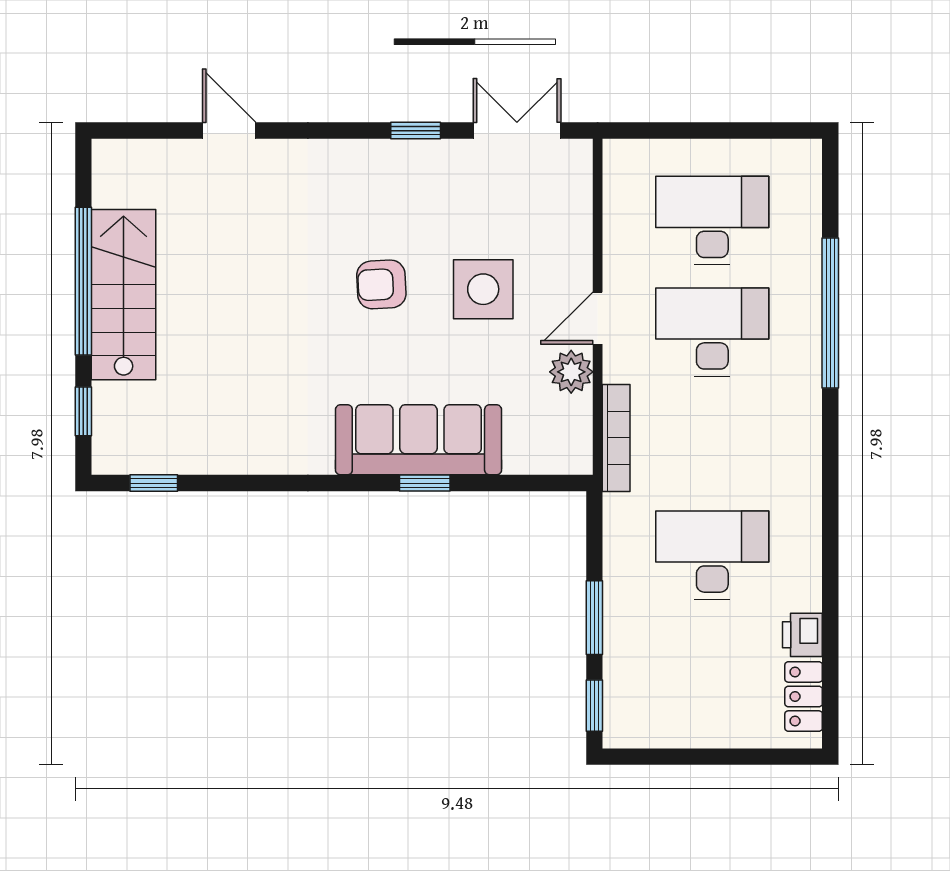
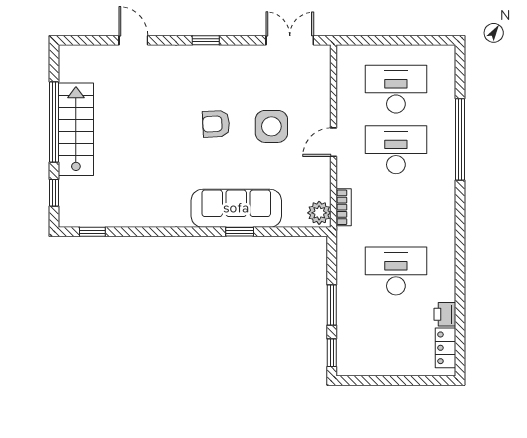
window: (416, 131) -> (206, 40), moved
plant: (571, 372) -> (319, 213), moved
bookcase: (616, 438) -> (344, 207), width x0.64

